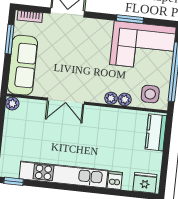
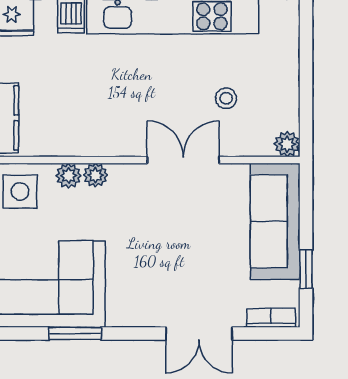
window: (10, 39) -> (306, 269), width x0.67
stool: (41, 130) -> (226, 98), added

